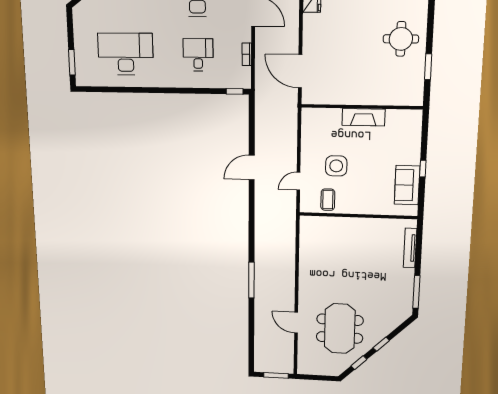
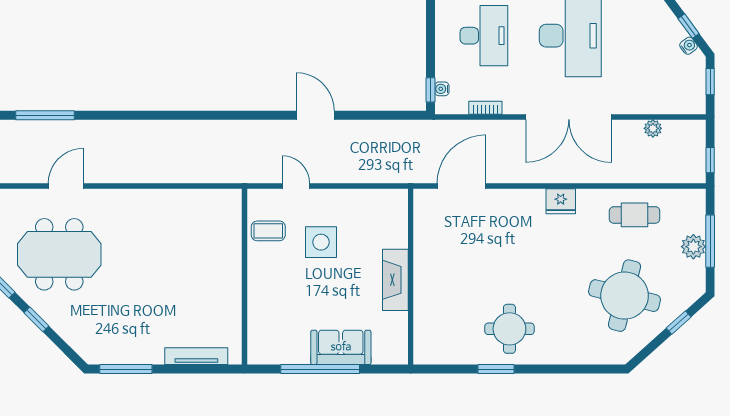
desk: (198, 55) -> (484, 36), width x1.37
window: (428, 67) -> (496, 369), moved
water cooler: (234, 84) -> (442, 89), added
window: (423, 169) -> (320, 369), width x3.17
sofa: (407, 185) -> (341, 347), moved
window: (251, 280) -> (45, 115), moved

